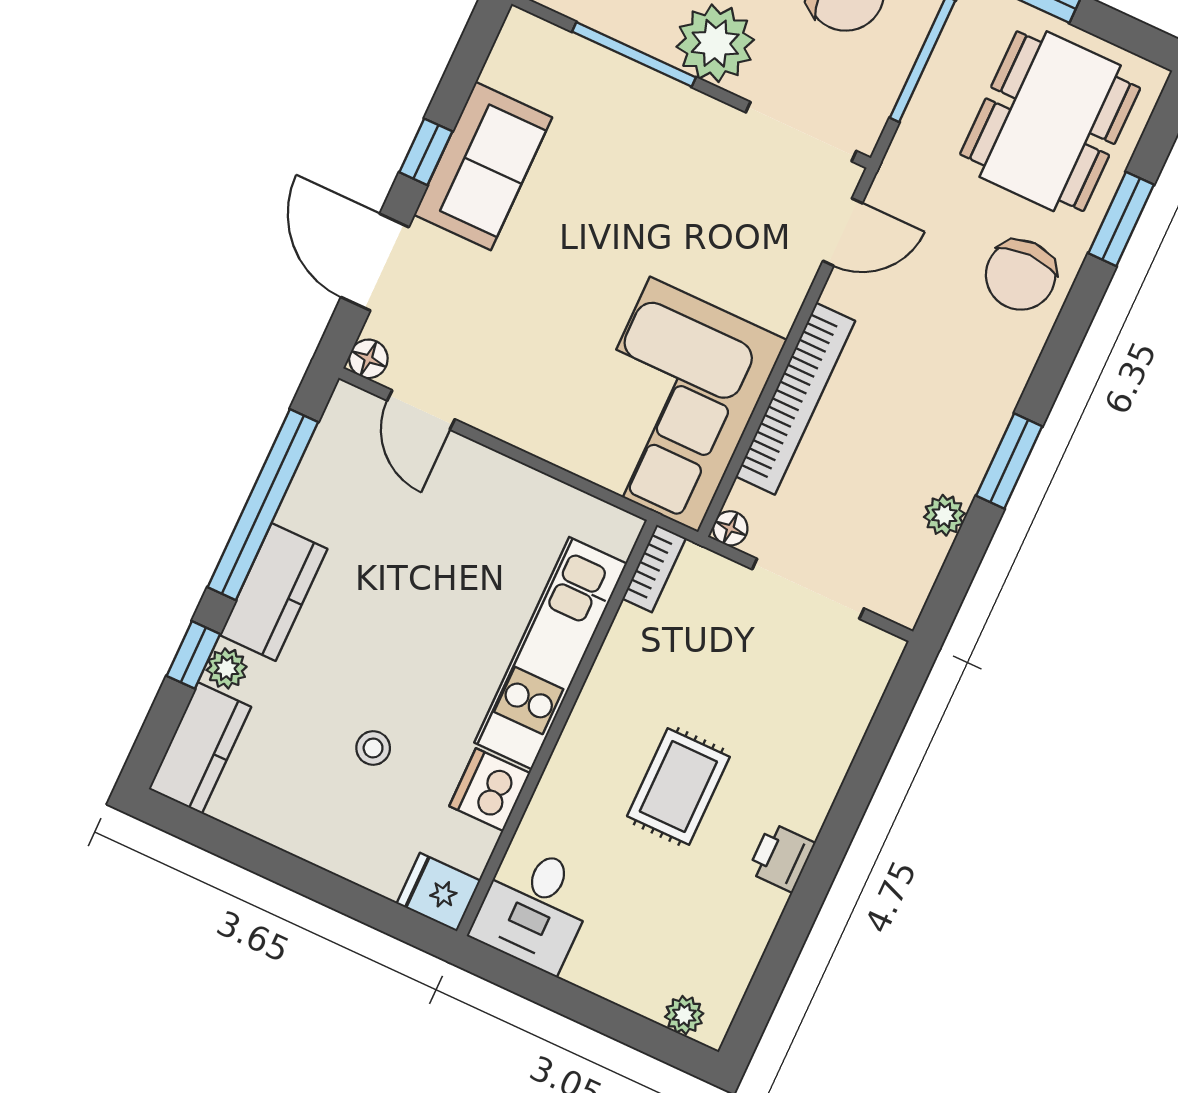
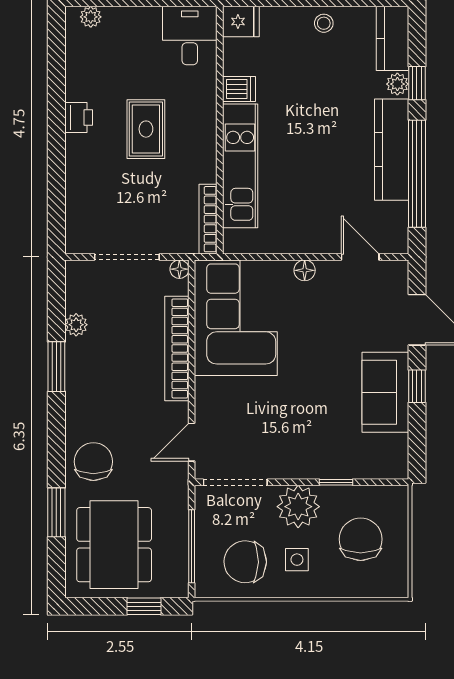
window: (634, 54) -> (336, 482), width x0.46
floor lamp: (368, 359) -> (305, 270), moved
bookcase: (654, 568) -> (208, 219), width x1.56
kitchen counter: (274, 592) -> (392, 150), width x1.50
stool: (373, 748) -> (324, 23), moved
dishwasher: (490, 790) -> (239, 89), width x0.73

